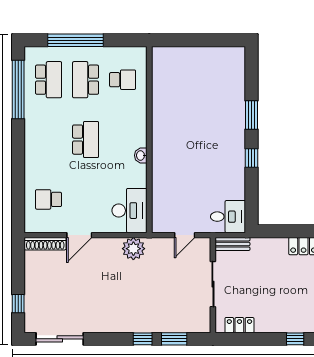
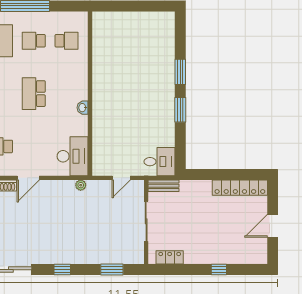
school desk: (86, 80) -> (34, 41), width x0.54
school desk: (86, 140) -> (34, 94), turned 180
window: (252, 158) -> (180, 110), width x1.50
plant: (133, 249) -> (81, 185), width x0.53, depth x0.53
window: (143, 339) -> (62, 270), moved

